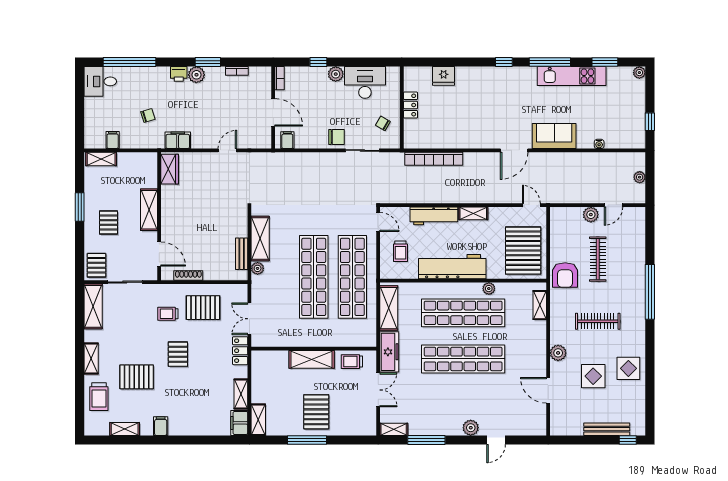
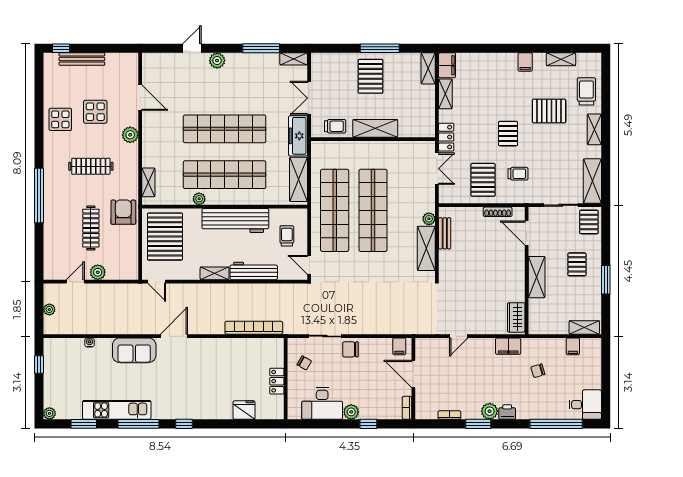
pallet: (203, 308) -> (483, 180), turned 90

